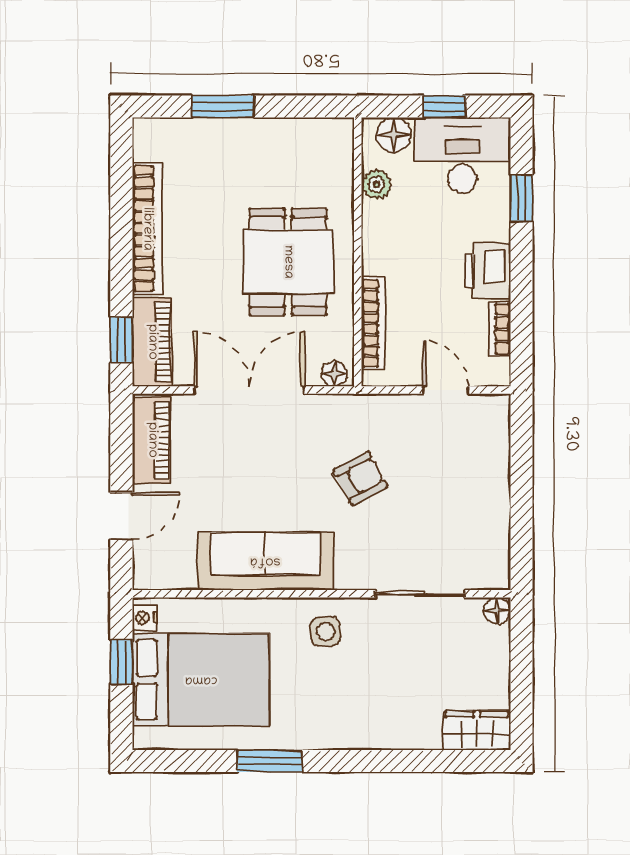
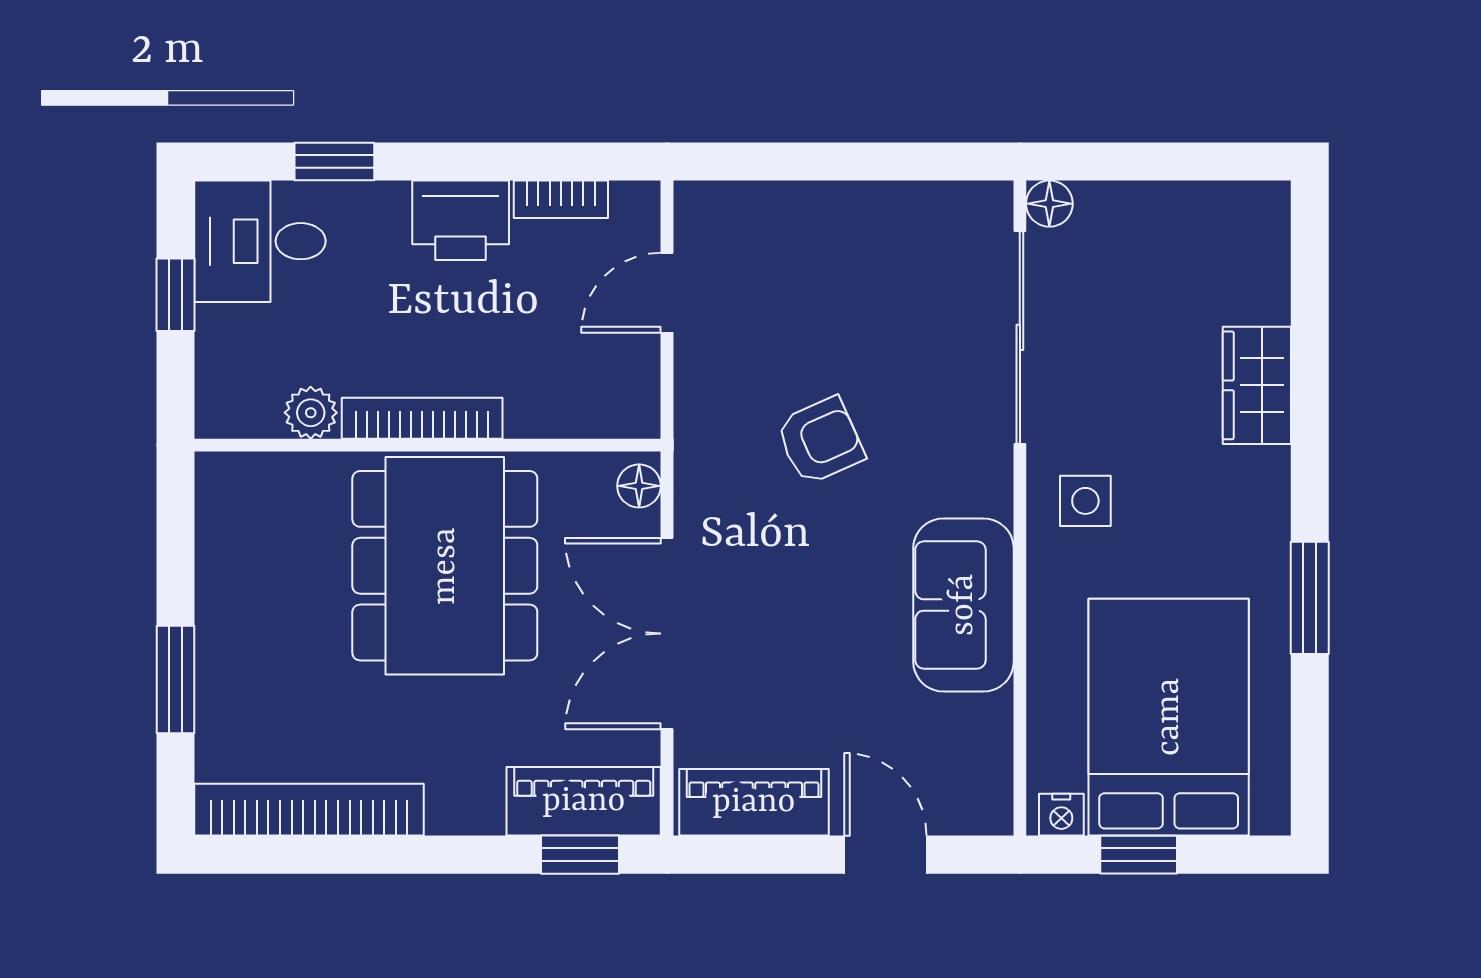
floor lamp: (394, 135) -> (225, 383), removed
desk: (462, 155) -> (260, 241), width x0.73
bookcase: (147, 229) -> (309, 810), moved
dining table: (288, 262) -> (445, 566), width x1.38
bookcase: (373, 323) -> (422, 418), moved
armchair: (360, 479) -> (820, 441), turned 95
sofa: (265, 561) -> (963, 605), width x0.73
sliding door: (420, 594) -> (1020, 337), width x1.37
wardrobe: (477, 730) -> (1257, 385), moved

